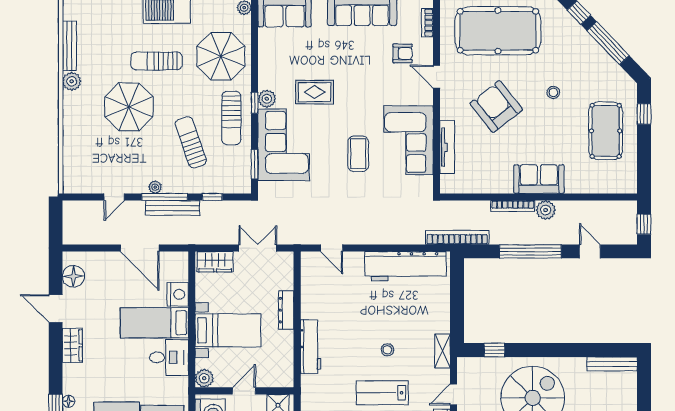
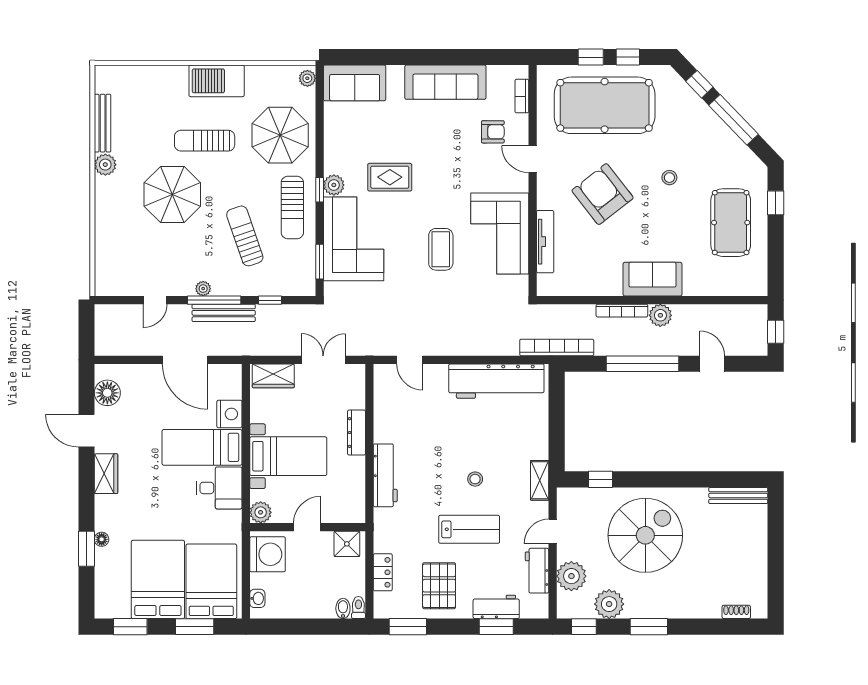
lab bench: (382, 393) -> (469, 529), turned 180

